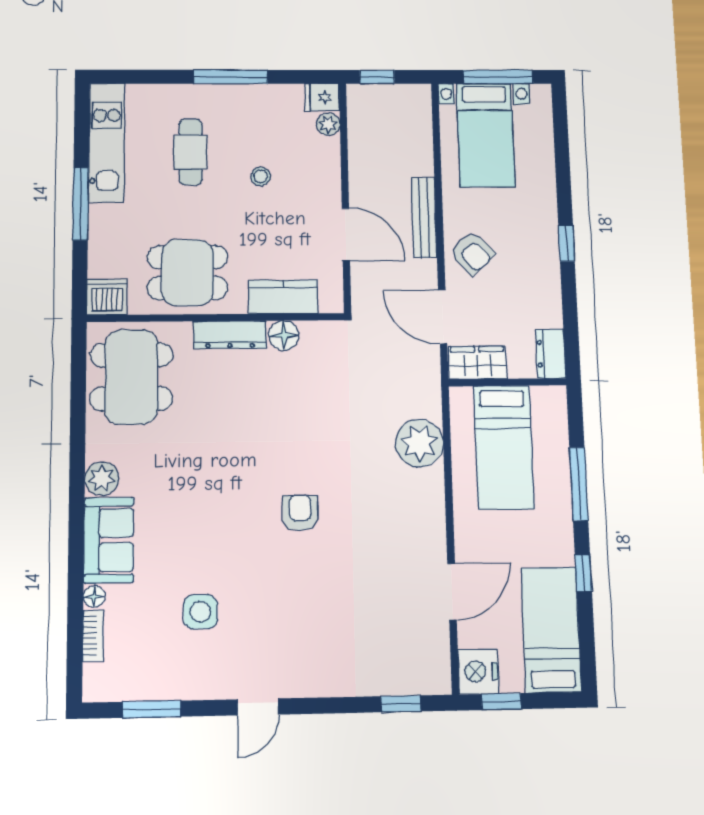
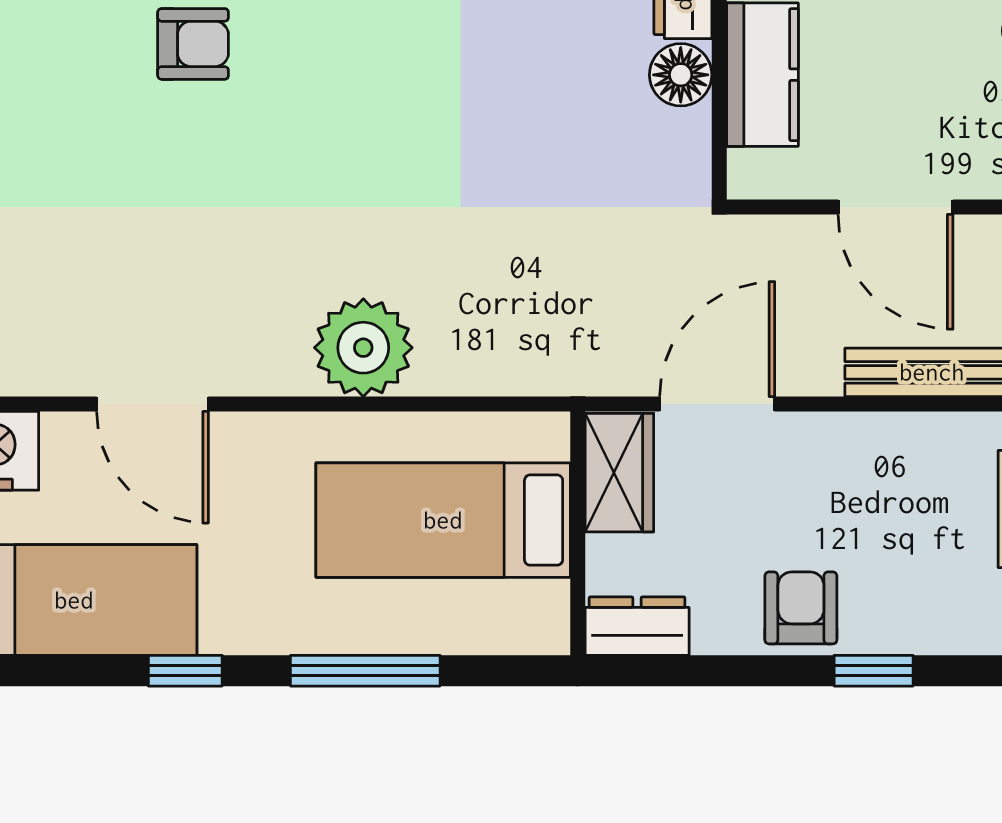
door: (346, 234) -> (895, 207), hinge flipped
armchair: (472, 253) -> (801, 608), moved, turned 133
plant: (419, 443) -> (363, 348), moved
armchair: (300, 513) -> (193, 44), moved

